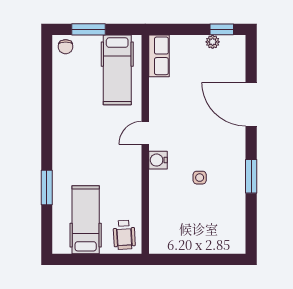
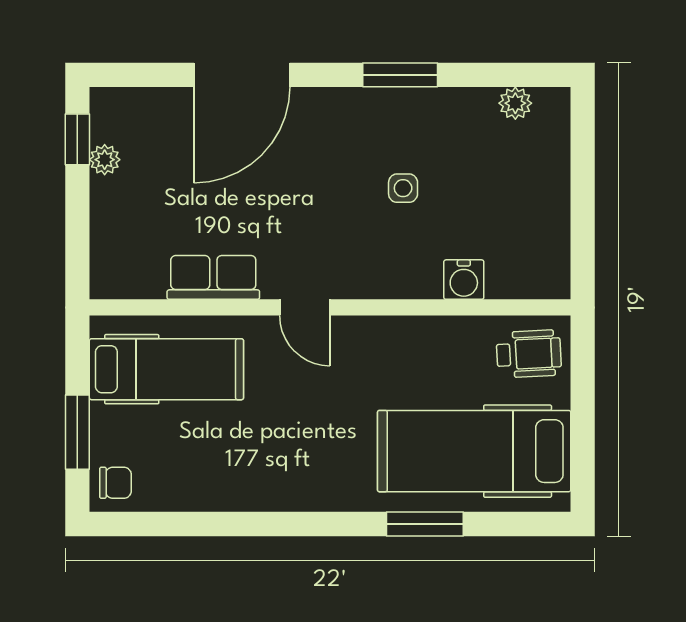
row of seats: (159, 56) -> (213, 277), moved
water cooler: (158, 160) -> (464, 280), moved
hospital bed: (86, 220) -> (474, 451), width x1.37, depth x1.29
plant: (238, 229) -> (515, 103), added

